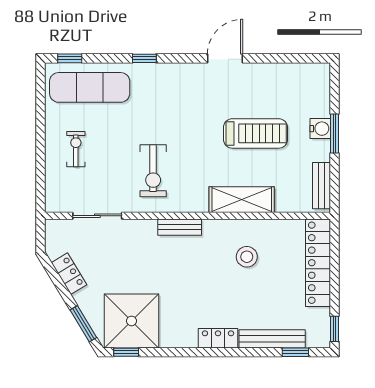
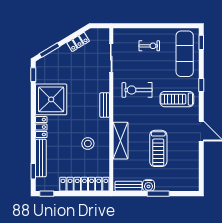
treadmill: (169, 101) -> (177, 99), added
water cooler: (320, 129) -> (149, 185), moved
shower: (132, 321) -> (51, 99), moved

